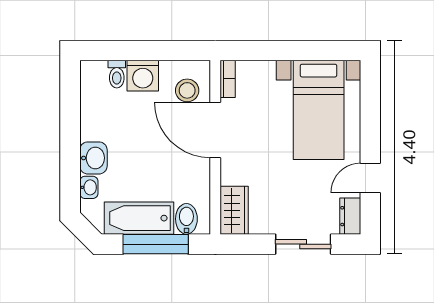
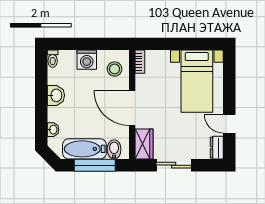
toilet: (117, 74) -> (53, 59), moved
door: (215, 130) -> (132, 108), moved
washbasin: (93, 158) -> (56, 95), moved
door: (370, 178) -> (229, 124), hinge flipped
sliding door: (303, 244) -> (174, 165), moved

